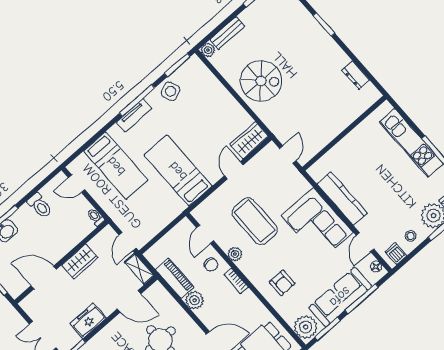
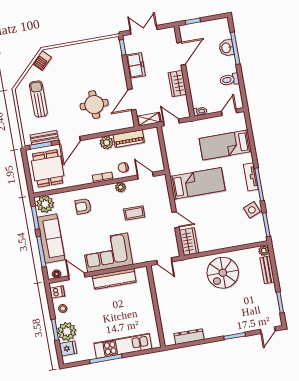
dresser: (356, 75) -> (189, 337), width x1.44
coffee table: (255, 221) -> (134, 213), width x0.54, depth x0.58

